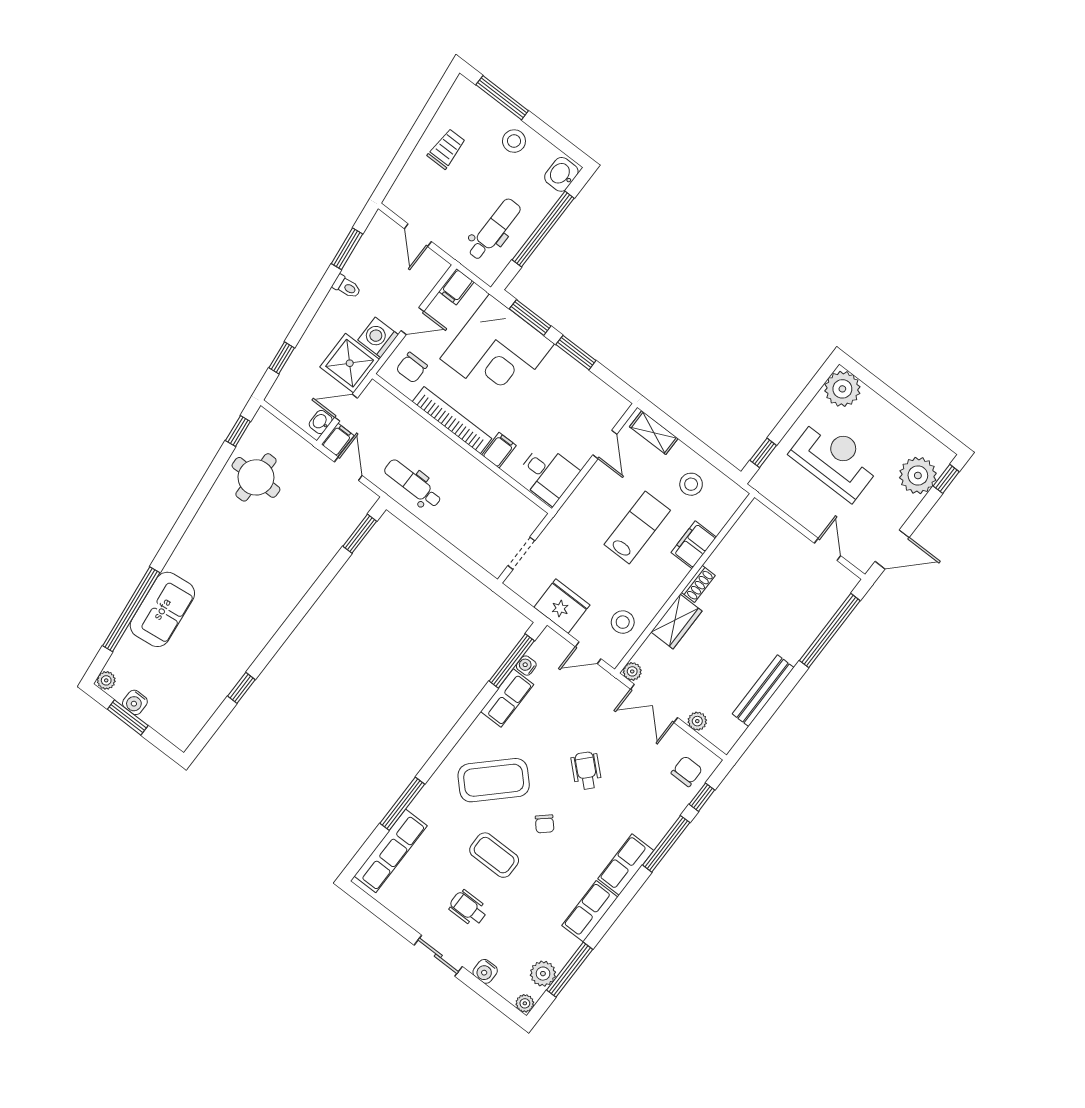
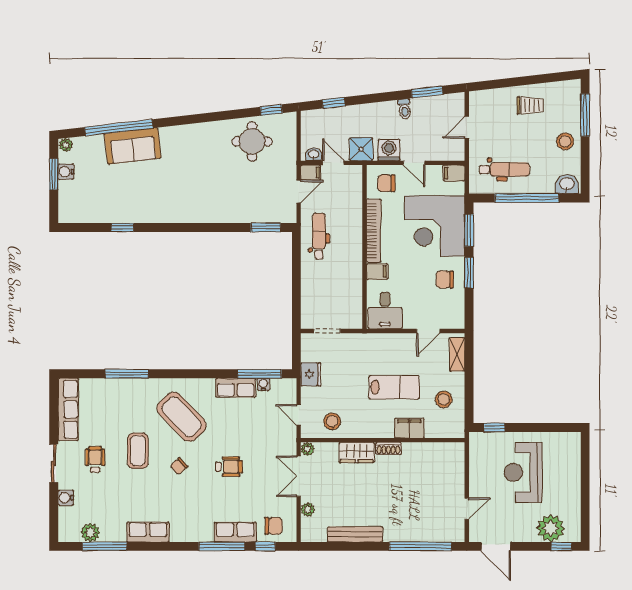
shower: (350, 363) -> (361, 149), width x0.73, depth x0.73
chair: (563, 384) -> (445, 279), added
plant: (842, 389) -> (567, 445), removed
reception desk: (835, 459) -> (523, 472), turned 180
fridge: (562, 606) -> (311, 374), width x0.73, depth x0.75
wheelchair: (586, 771) -> (229, 467), turned 47
row of seats: (391, 851) -> (68, 409), moved, turned -90
row of seats: (626, 865) -> (235, 532), moved
plant: (525, 1003) -> (65, 535), removed

